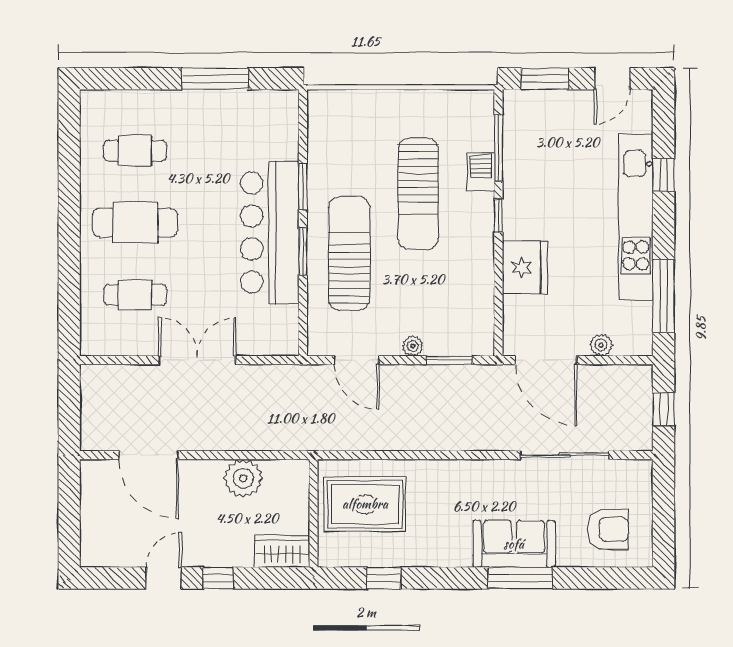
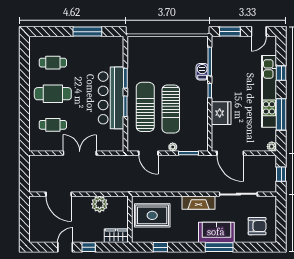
sun lounger: (418, 194) -> (171, 109), moved
window: (664, 296) -> (281, 114), moved
plant: (601, 345) -> (272, 147), moved
fireplace: (472, 475) -> (199, 203), added

